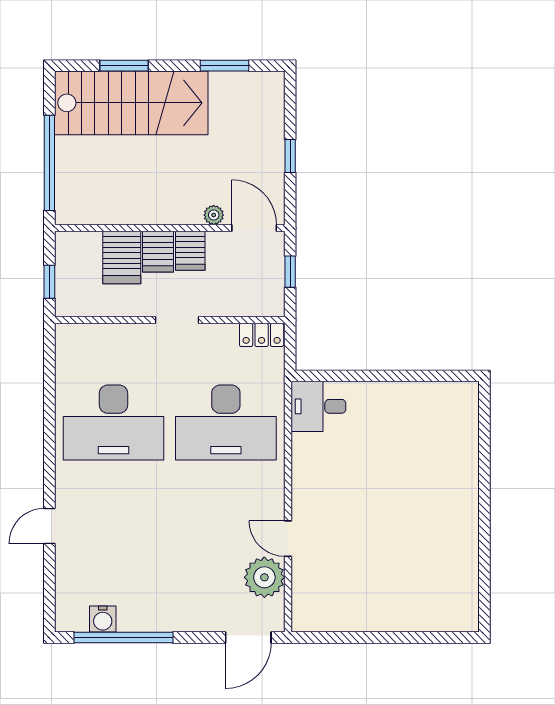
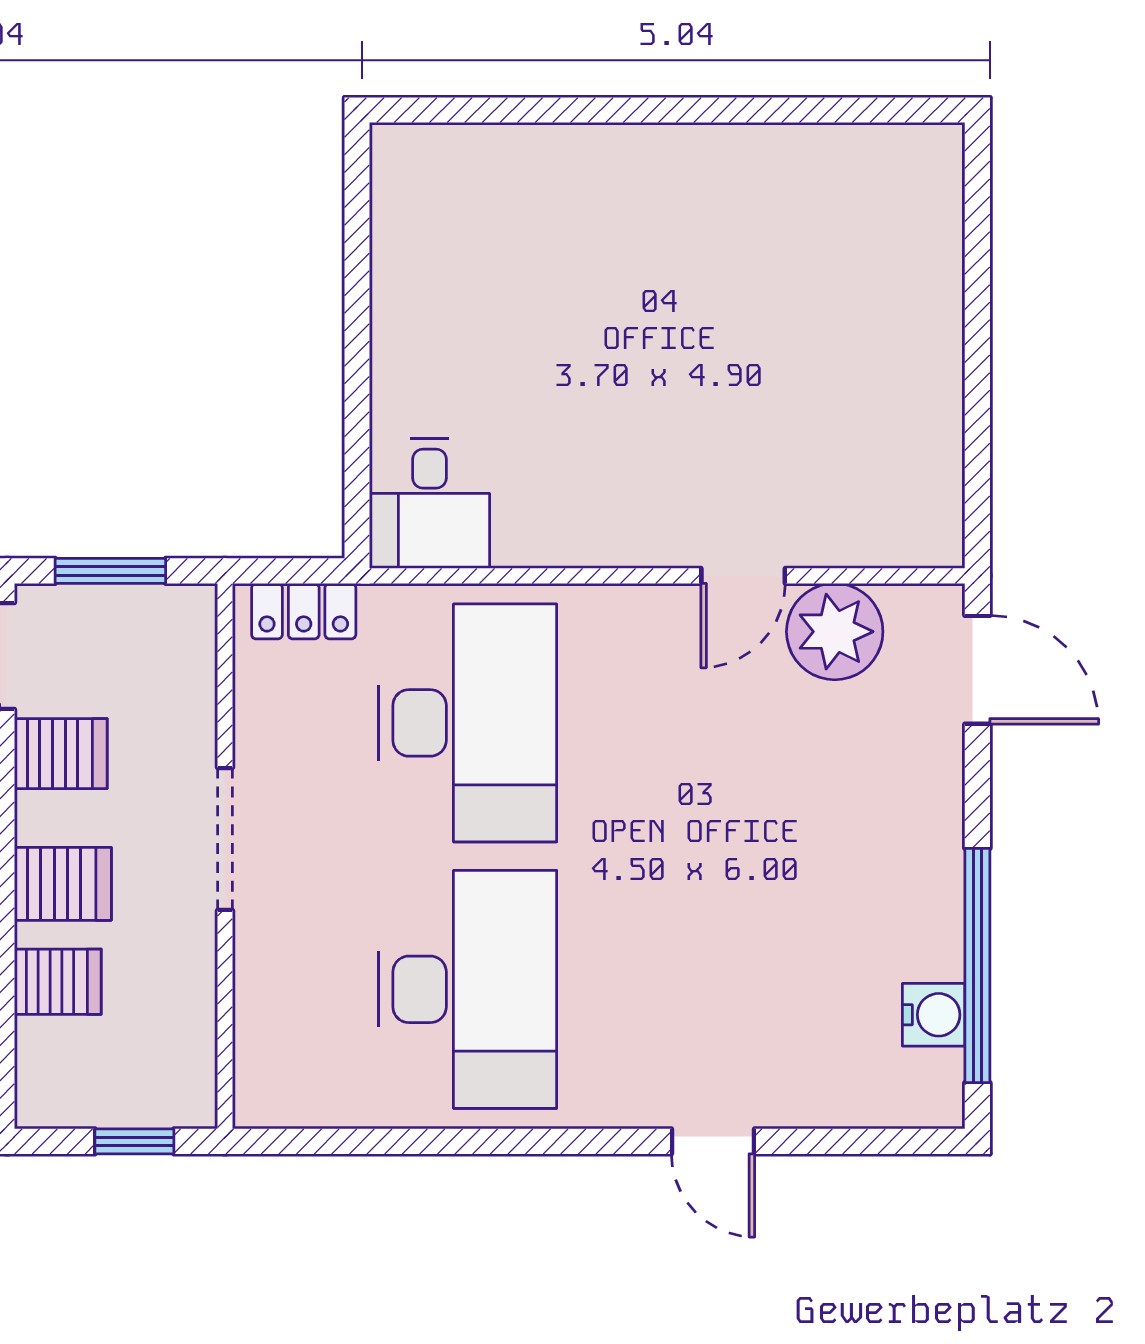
server rack: (190, 251) -> (61, 754), moved
server rack: (122, 258) -> (58, 982), width x0.73, depth x0.70
window: (290, 272) -> (110, 571), width x1.50
doorway: (177, 320) -> (225, 839), width x1.38
locker: (262, 335) -> (304, 611), moved, turned 90

